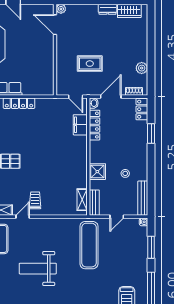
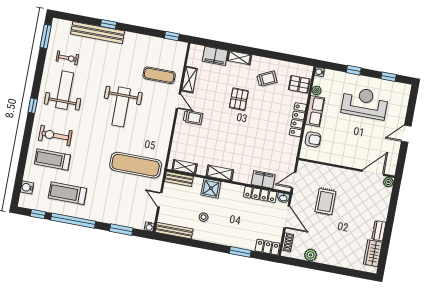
armchair: (35, 86) -> (313, 139), added
shelving: (82, 166) -> (220, 173), added
weight bench: (38, 269) -> (121, 107), turned 180

